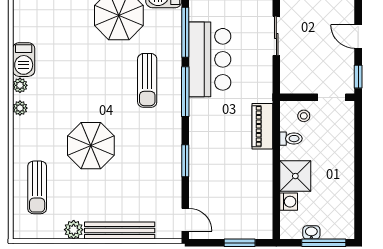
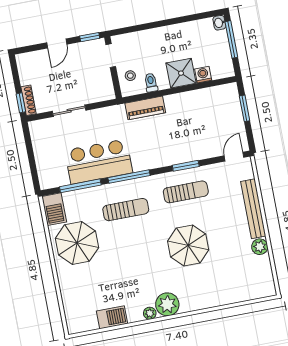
barbecue: (24, 60) -> (112, 317), moved
plant: (20, 108) -> (167, 304), width x1.87, depth x1.87
sun lounger: (37, 187) -> (186, 192), moved
washbasin: (311, 232) -> (219, 23), moved

